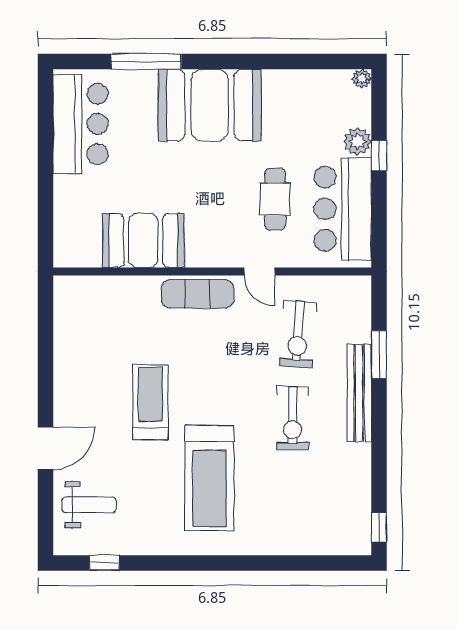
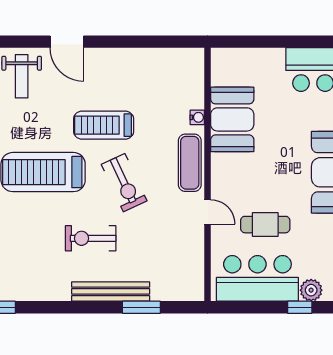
door: (259, 271) -> (208, 212), swing flipped
water cooler: (141, 284) -> (197, 117), added
exercise bike: (298, 334) -> (124, 183), moved, turned -119
treadmill: (150, 402) -> (104, 125), turned 180

